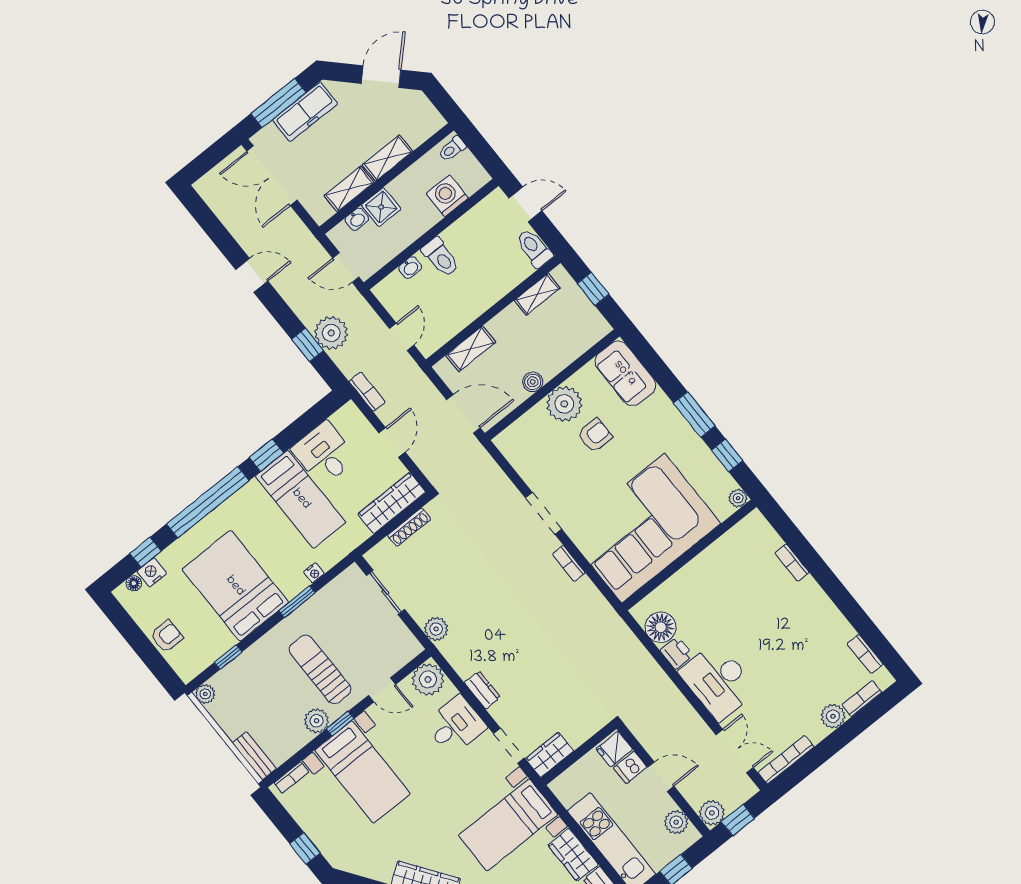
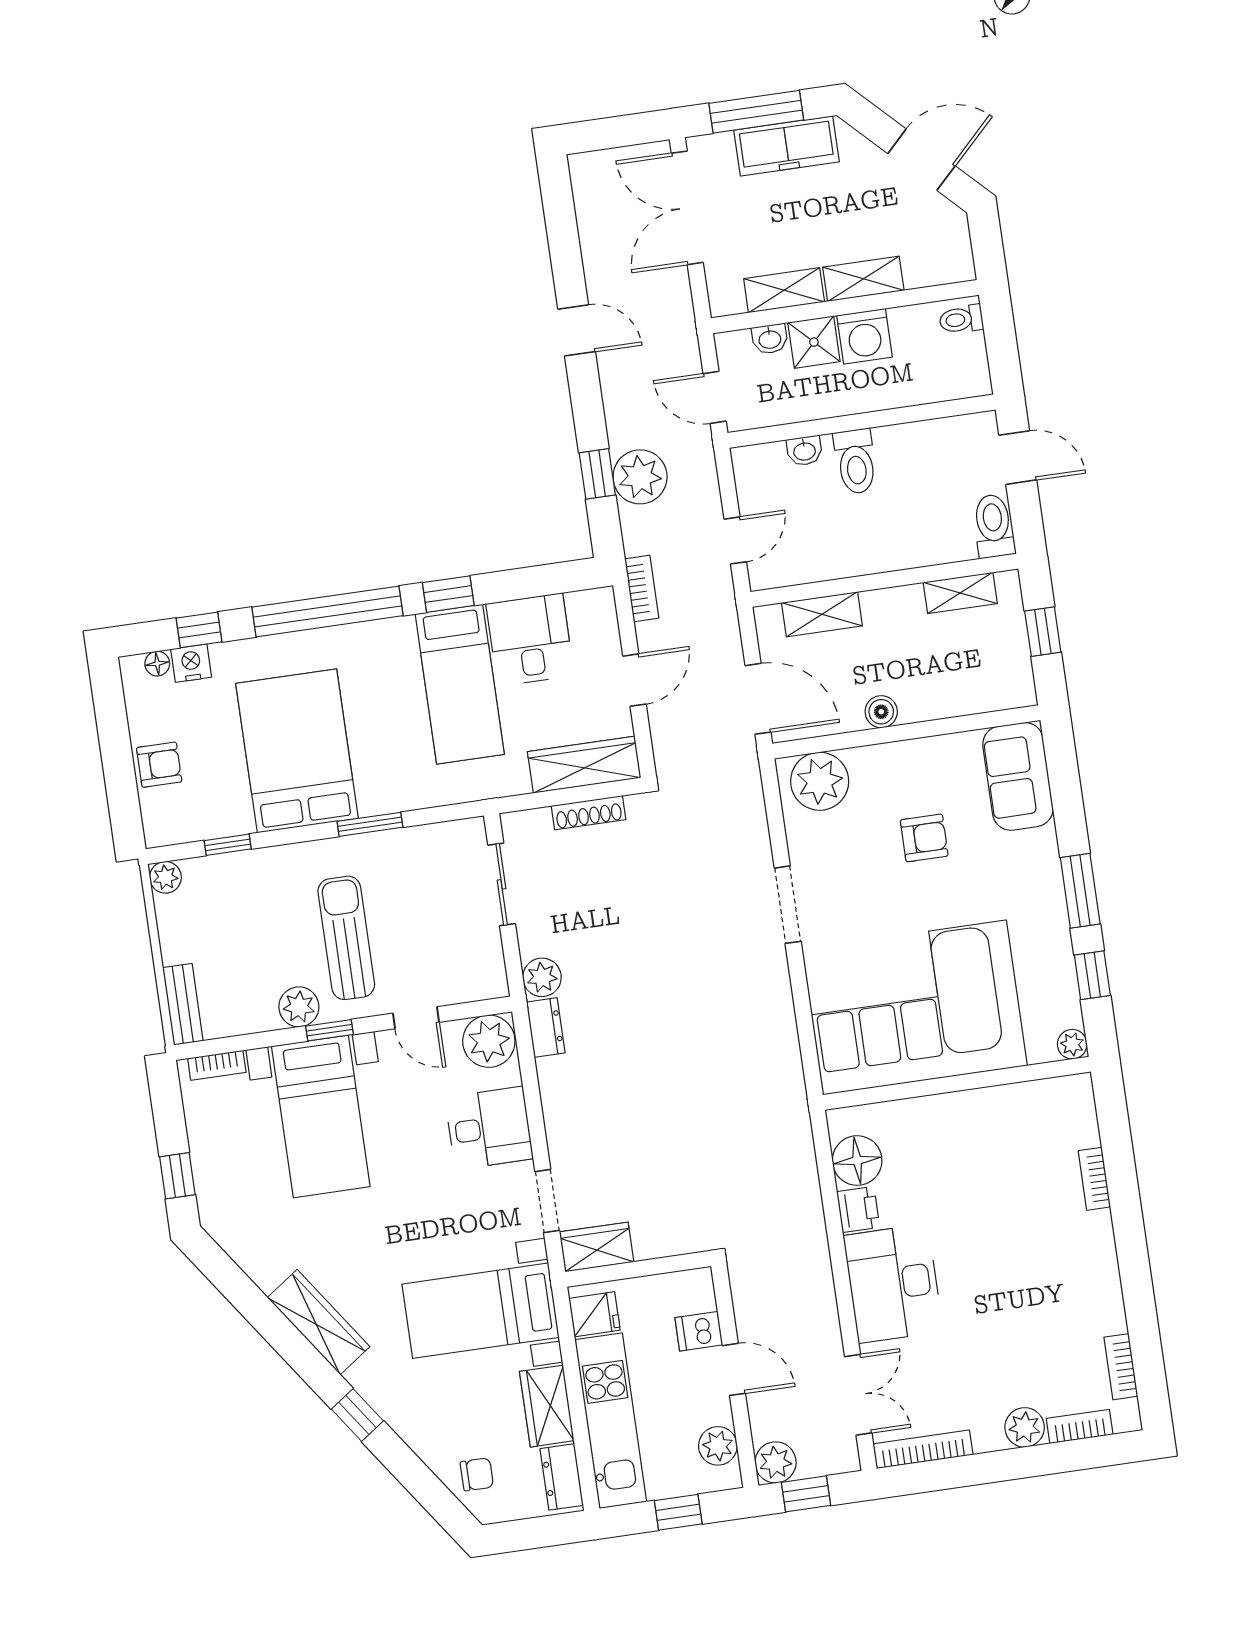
washing machine: (447, 196) -> (864, 336), moved, turned 180
plant: (564, 404) -> (820, 781), moved
bookcase: (569, 564) -> (781, 995), removed
nightstand: (314, 573) -> (418, 798), removed
dresser: (482, 690) -> (546, 1028), moved
fridge: (614, 749) -> (595, 1314), moved, turned 180

